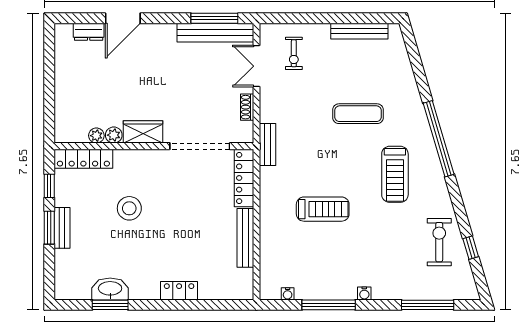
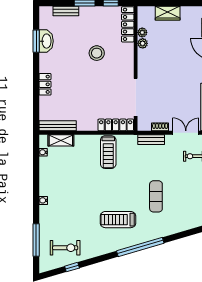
wardrobe: (143, 132) -> (168, 13), moved, turned 90
bench: (267, 145) -> (151, 140), moved
treadmill: (323, 209) -> (108, 152), moved
bench: (62, 228) -> (66, 11), moved
bench: (245, 238) -> (58, 126), moved
exercise bike: (439, 242) -> (65, 248), moved
shelving: (269, 265) -> (61, 140), added
window: (329, 305) -> (36, 178), removed

